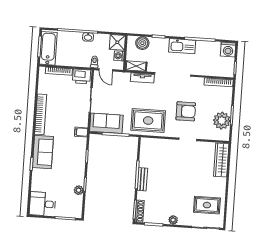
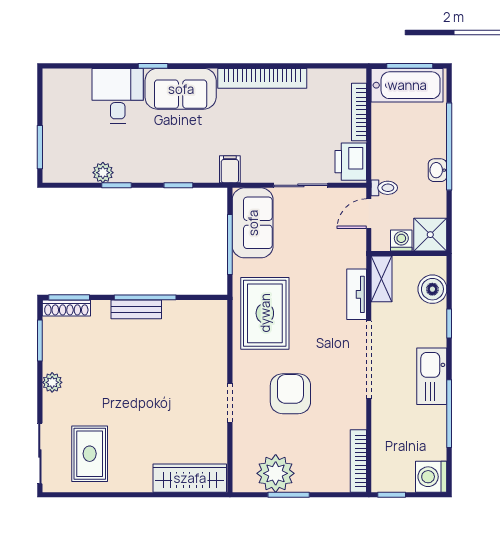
armchair: (186, 111) -> (290, 394), turned 180
desk: (43, 204) -> (118, 96), moved

